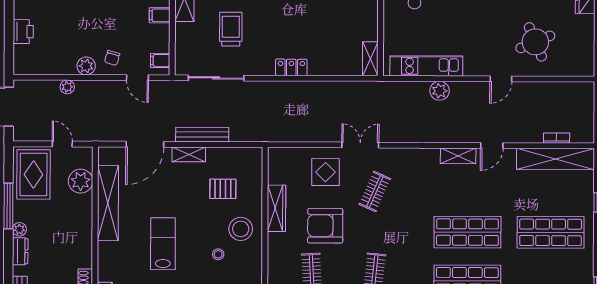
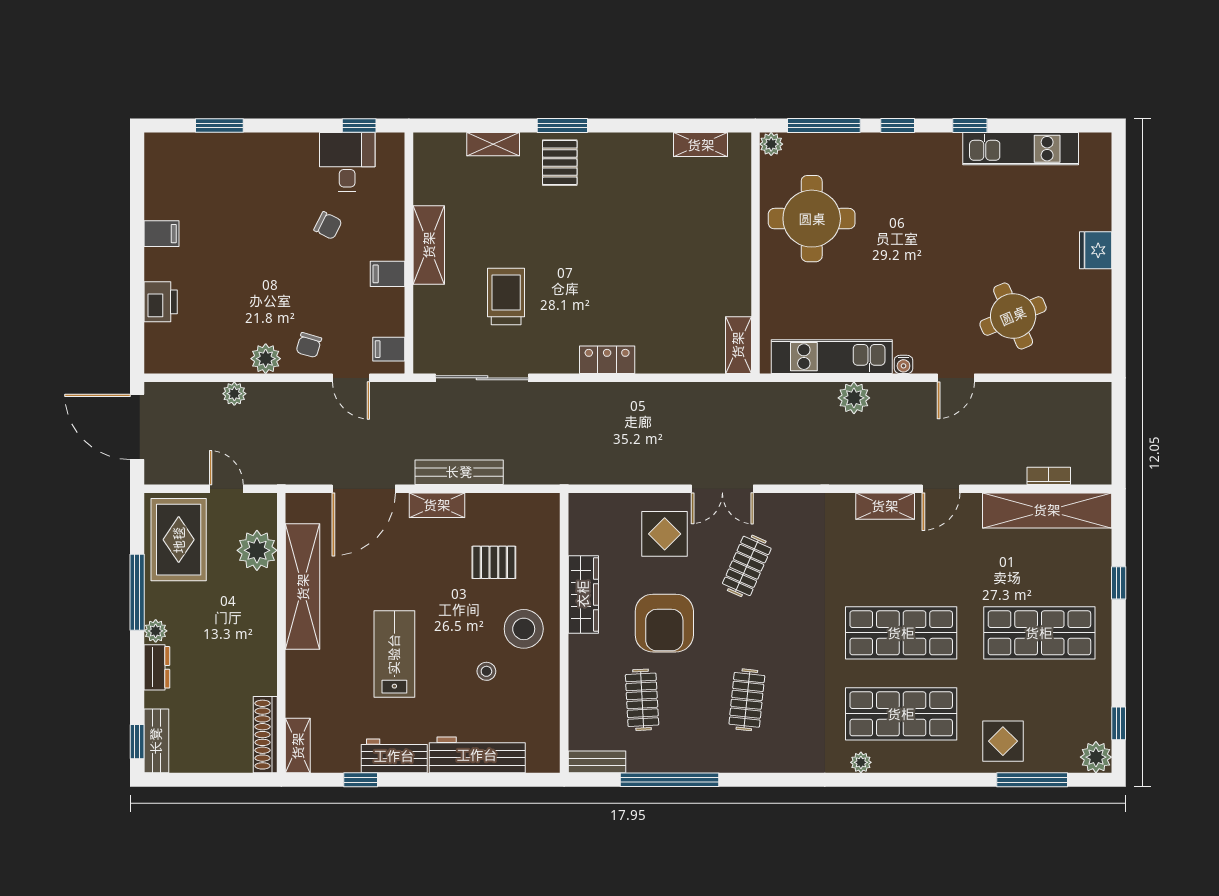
water cooler: (469, 71) -> (903, 364), added
double door: (360, 145) -> (722, 489), swing flipped
armchair: (325, 226) -> (664, 623), turned -90

